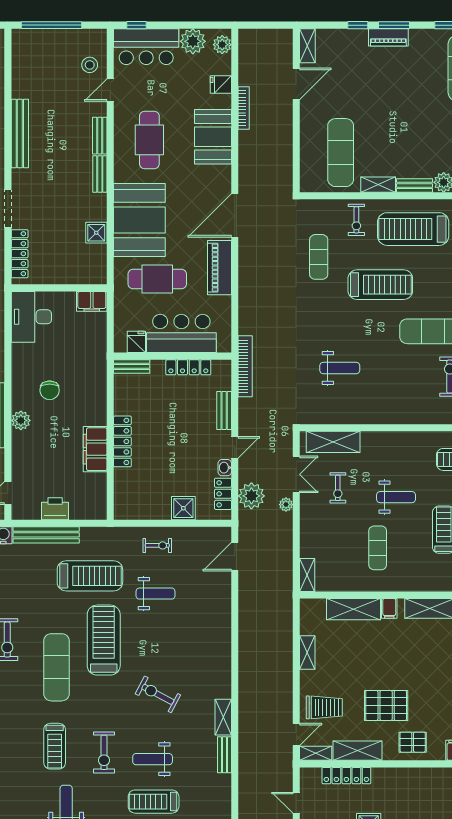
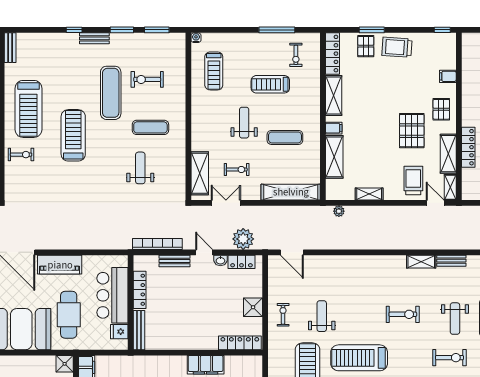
shower: (96, 233) -> (65, 364), moved
exercise mat: (319, 257) -> (150, 127), moved
bench: (132, 366) -> (139, 330), width x1.36
bookcase: (245, 366) -> (157, 244), moved
locker: (122, 441) -> (240, 343), moved
plant: (286, 505) -> (339, 211), moved
shower: (183, 508) -> (253, 307), moved
shelving: (307, 575) -> (291, 192), width x2.20, depth x1.33
exercise bike: (158, 694) -> (403, 314), turned -118
locker: (346, 776) -> (468, 147), moved

